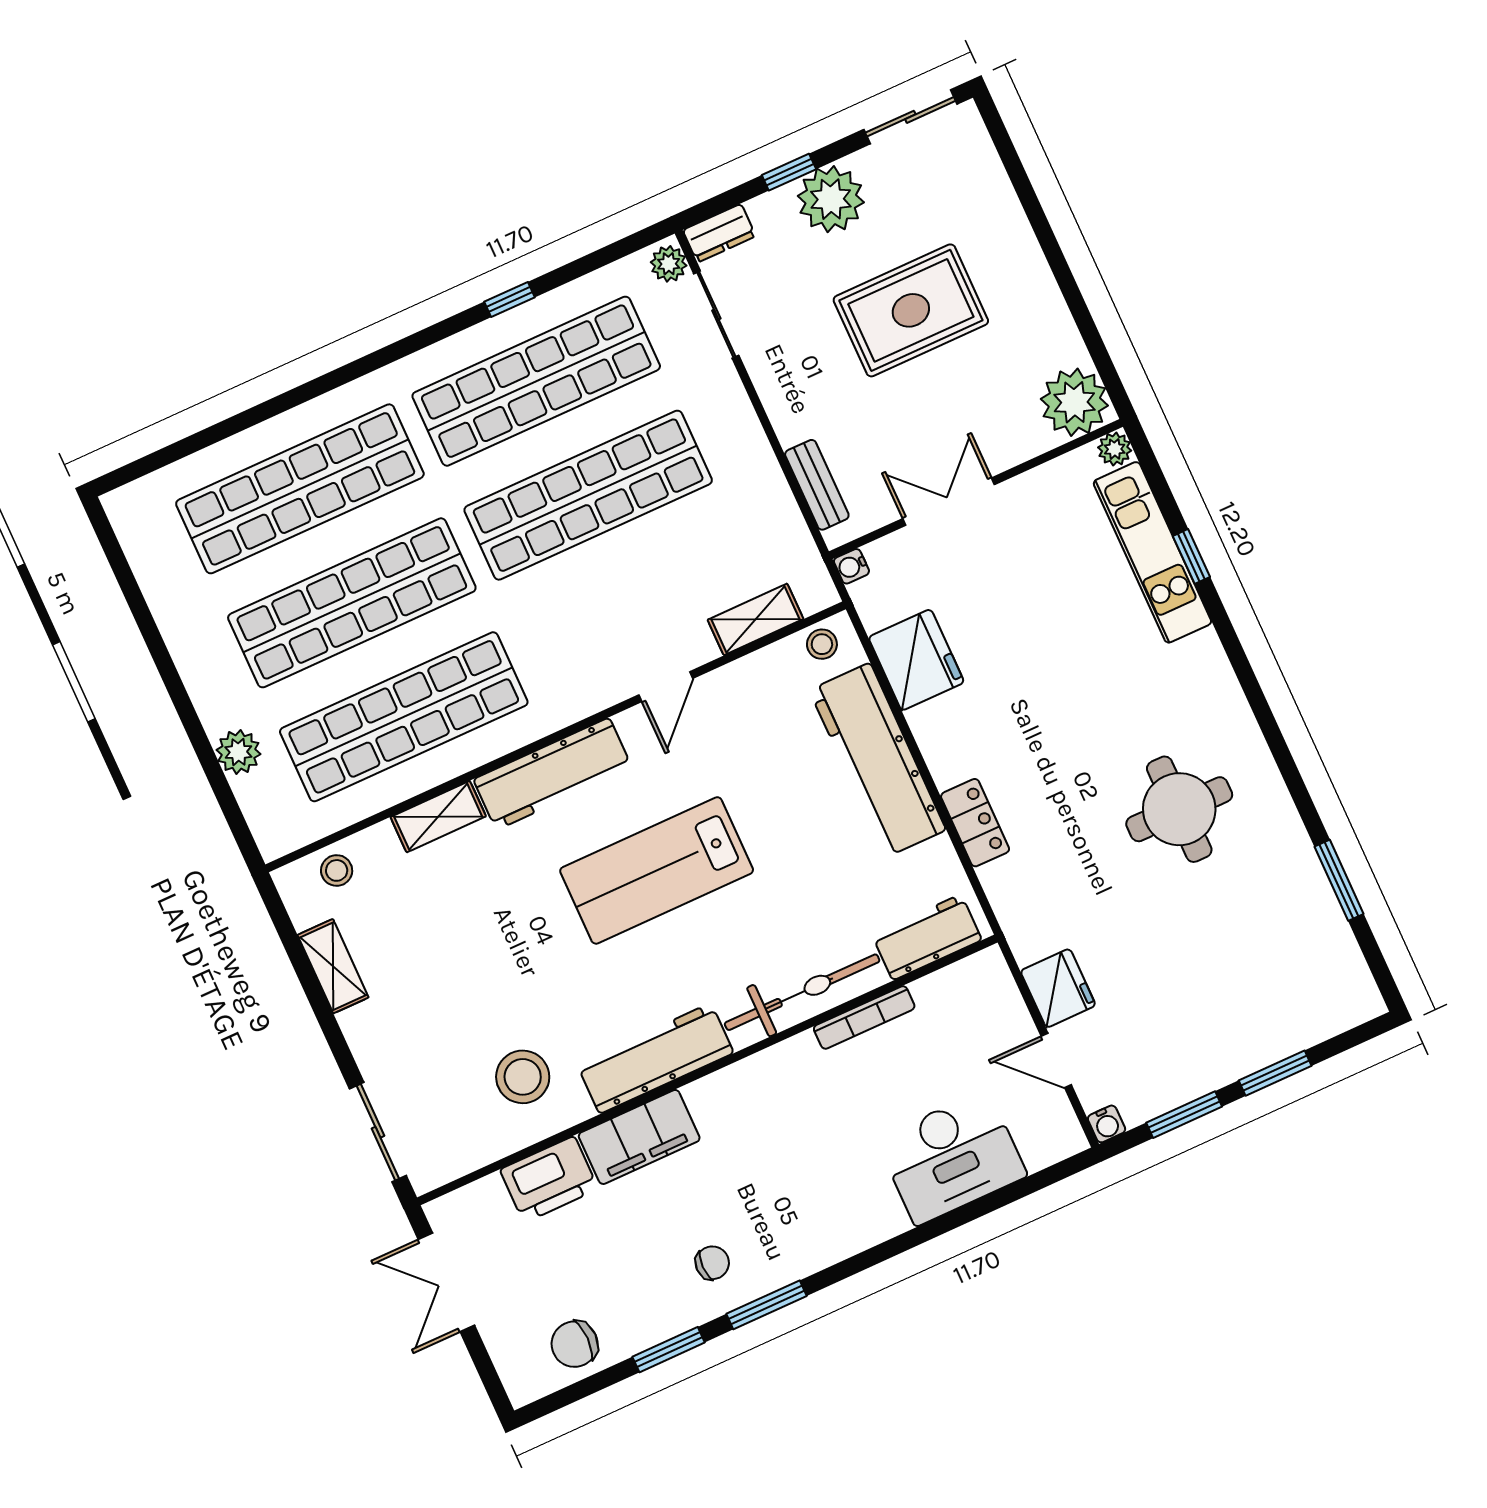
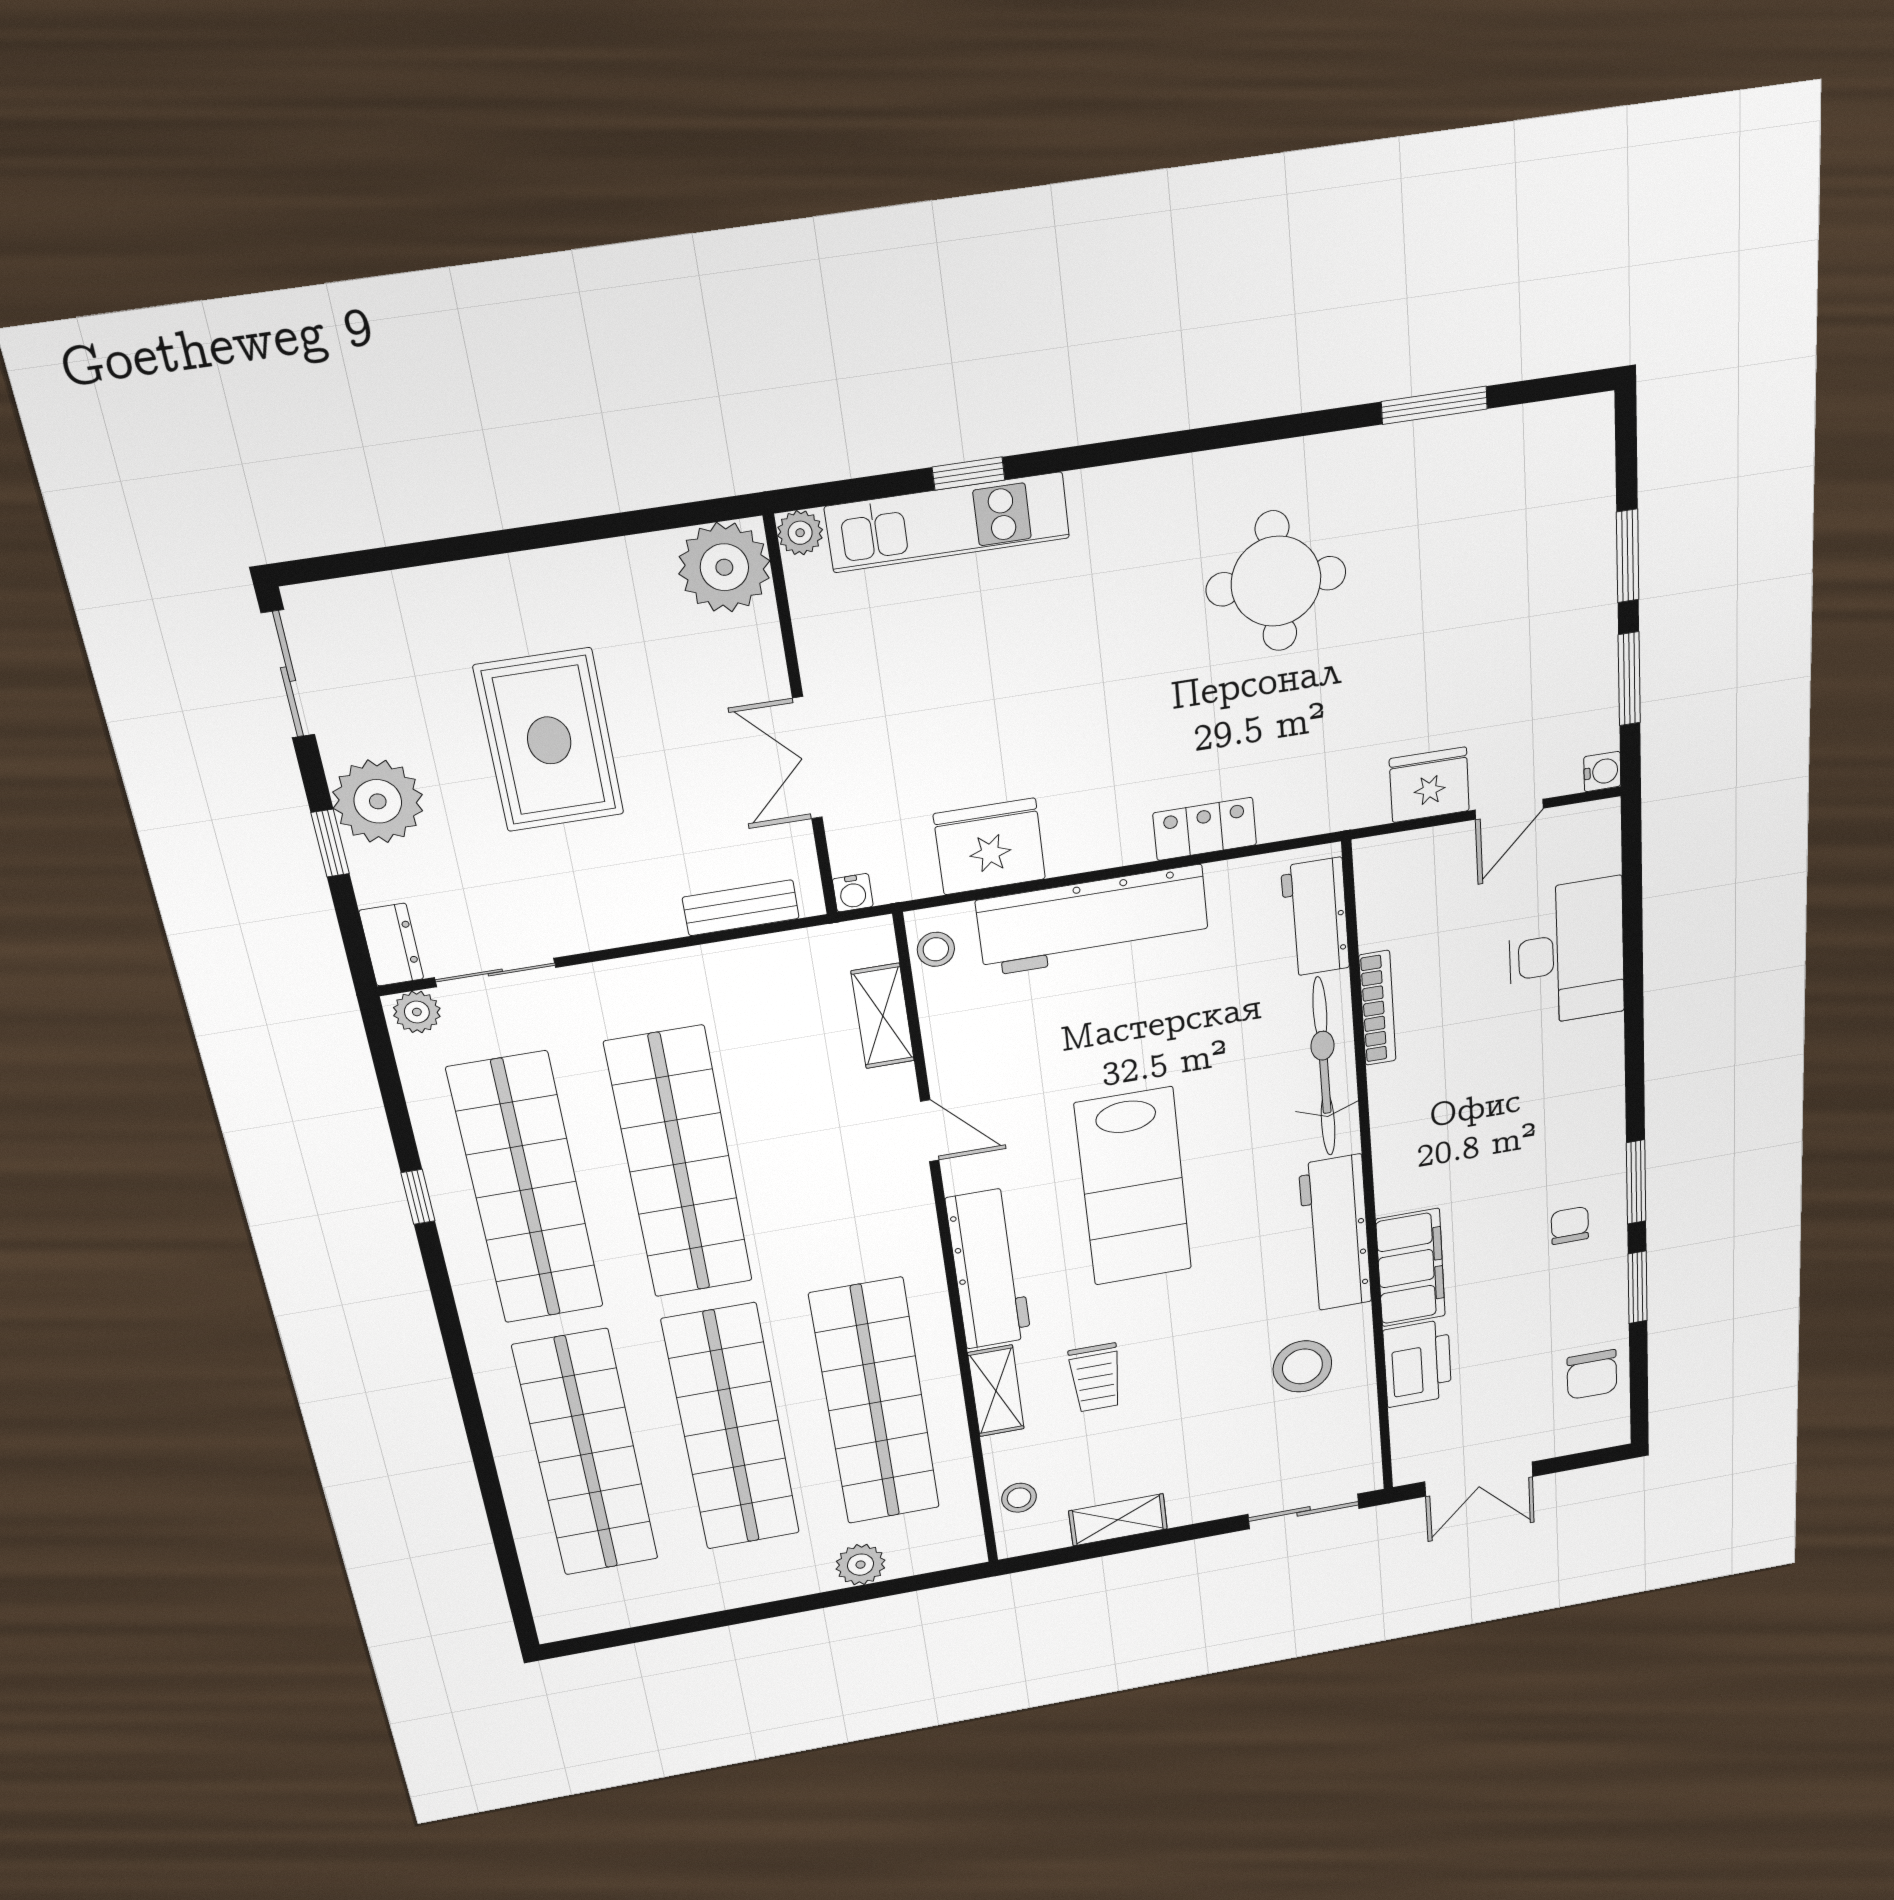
trolley: (471, 898) -> (1096, 1378), added

